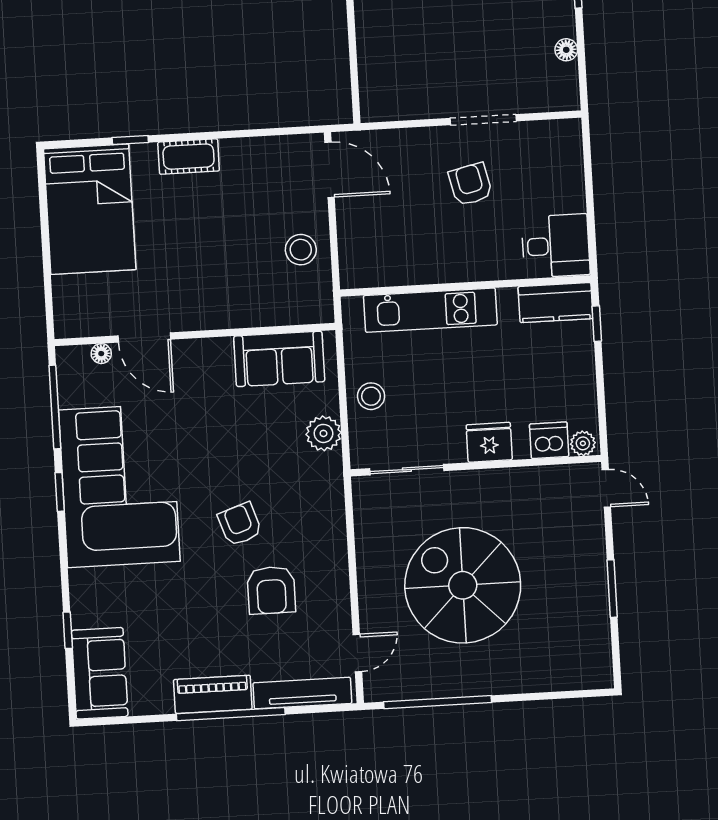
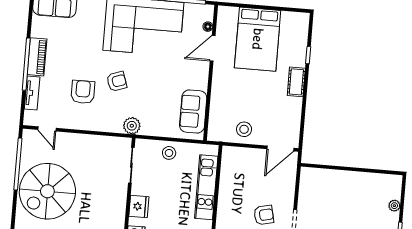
bed: (90, 209) -> (258, 39), moved, turned -90
plant: (323, 433) -> (132, 126), moved
spiral stairs: (463, 585) -> (47, 191), moved, turned 180
armchair: (271, 590) -> (83, 92), turned 90
tv unit: (302, 693) -> (32, 93), width x0.71

